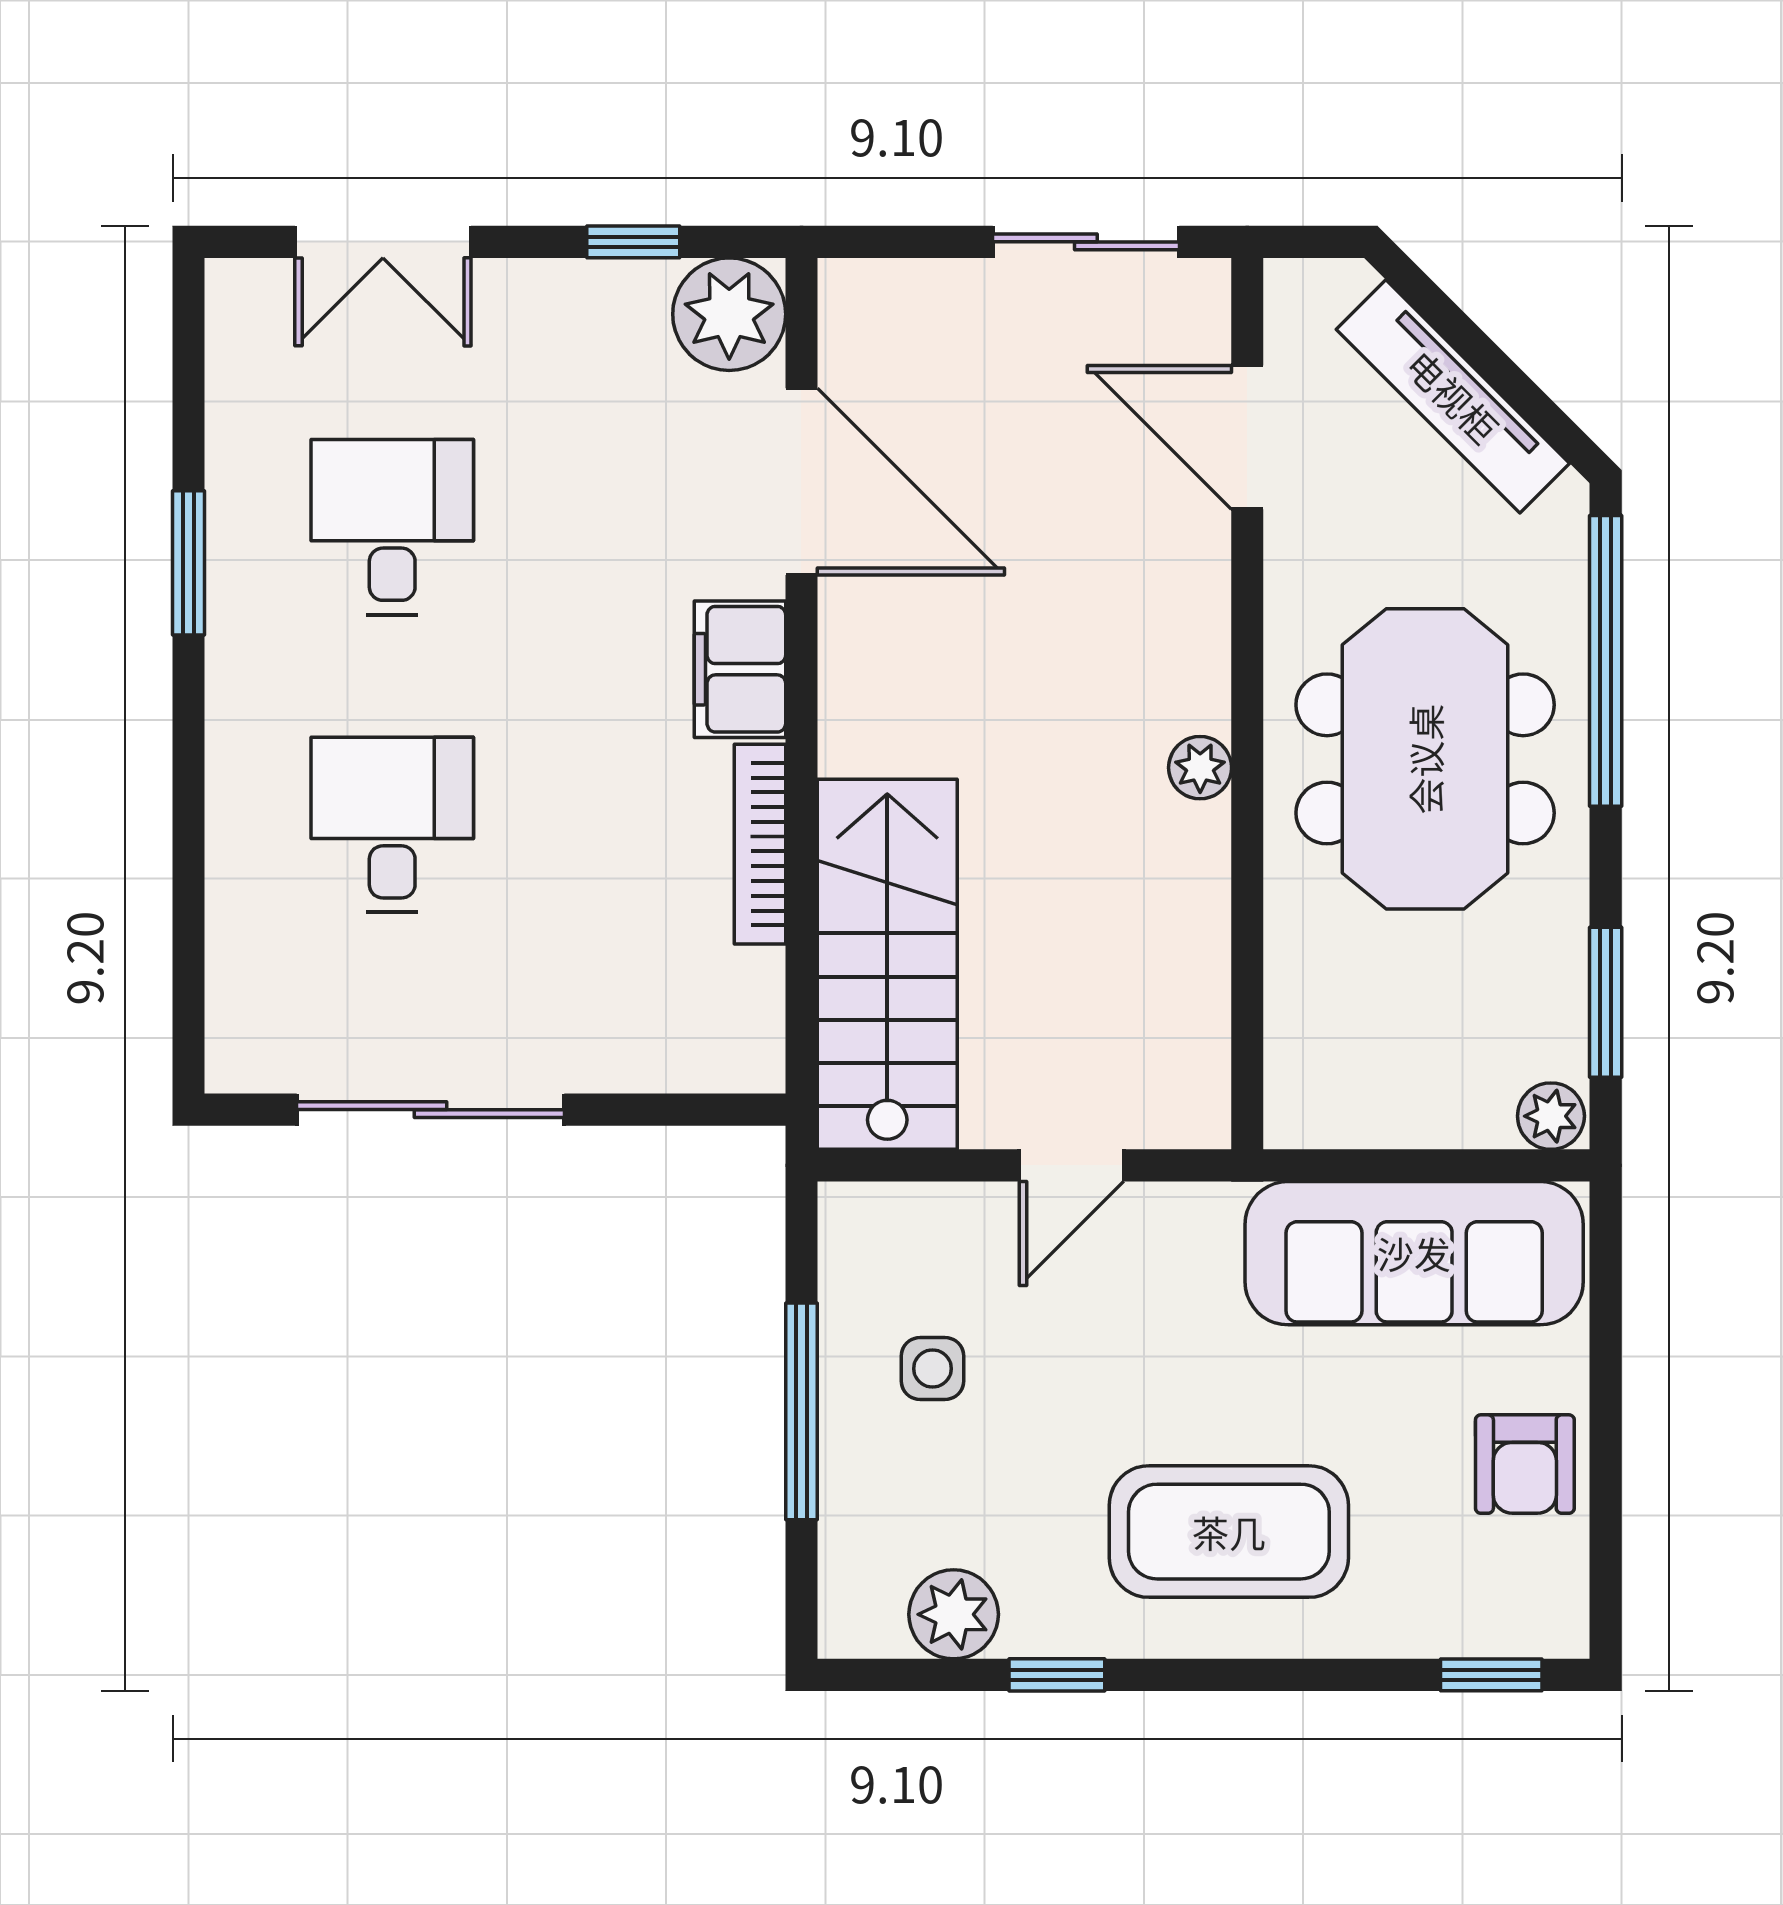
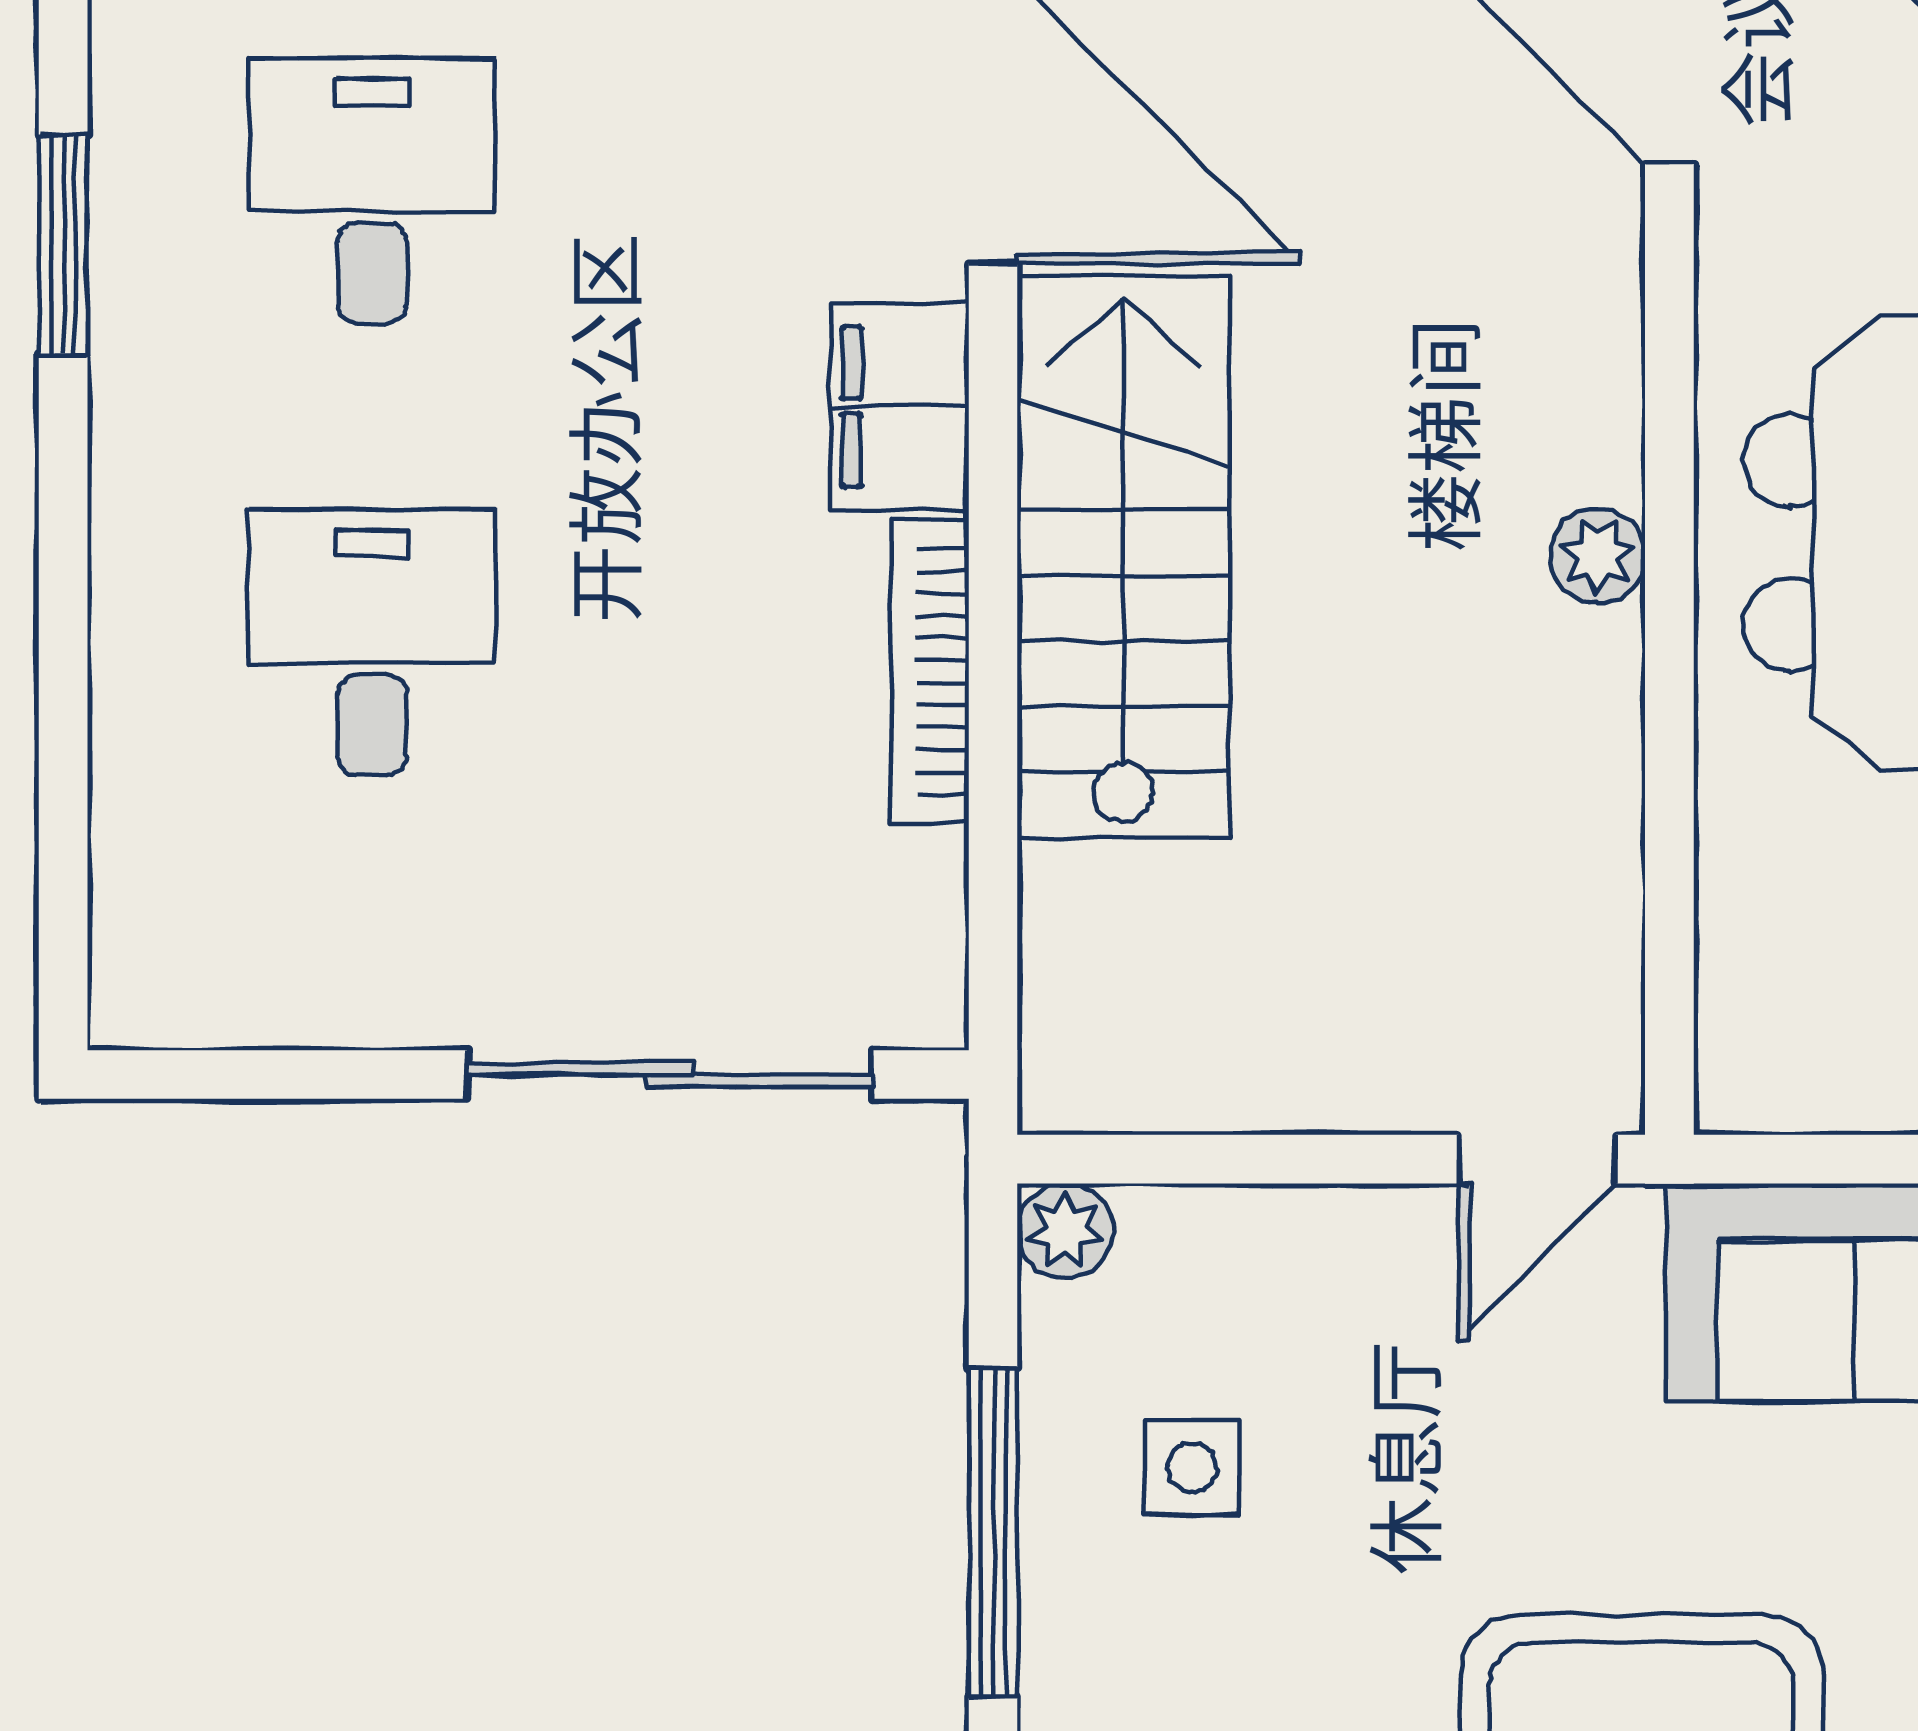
stairs: (887, 964) -> (1123, 557), moved
sliding door: (431, 1110) -> (670, 1075), moved
door: (1072, 1165) -> (1537, 1159), moved
plant: (849, 1213) -> (1065, 1231), added

